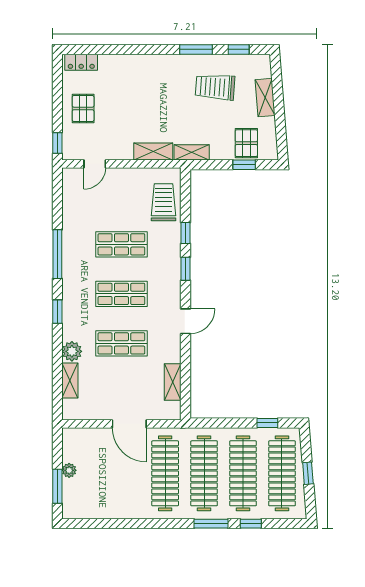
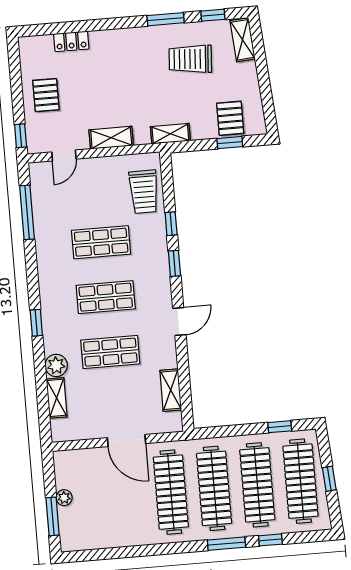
locker: (81, 62) -> (71, 41), moved
shelving: (265, 98) -> (243, 40), moved
shelving: (153, 152) -> (111, 138), moved
trolley: (163, 202) -> (144, 192), turned 180
window: (57, 254) -> (27, 212), moved

